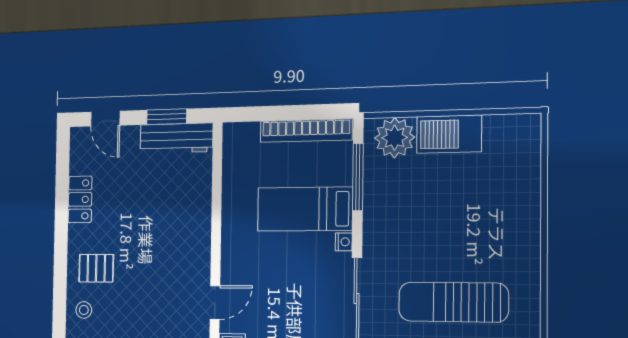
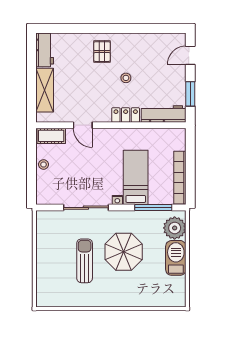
workbench: (176, 138) -> (164, 114), moved, turned 90
locker: (80, 199) -> (126, 115), moved, turned 180
parasol: (437, 230) -> (124, 252), added
sun lounger: (453, 302) -> (85, 261), width x0.73, depth x0.75
stool: (84, 310) -> (126, 78), moved

